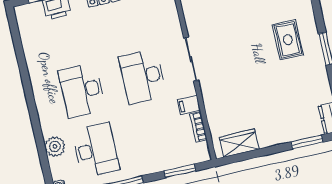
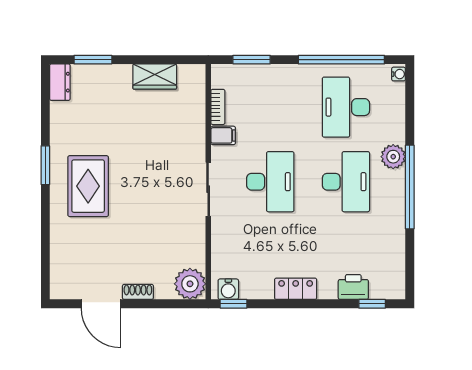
rug: (288, 40) -> (88, 186), width x1.36, depth x1.43
window: (30, 98) -> (410, 187), added
wardrobe: (239, 143) -> (155, 77), moved
plant: (55, 146) -> (393, 157), moved

